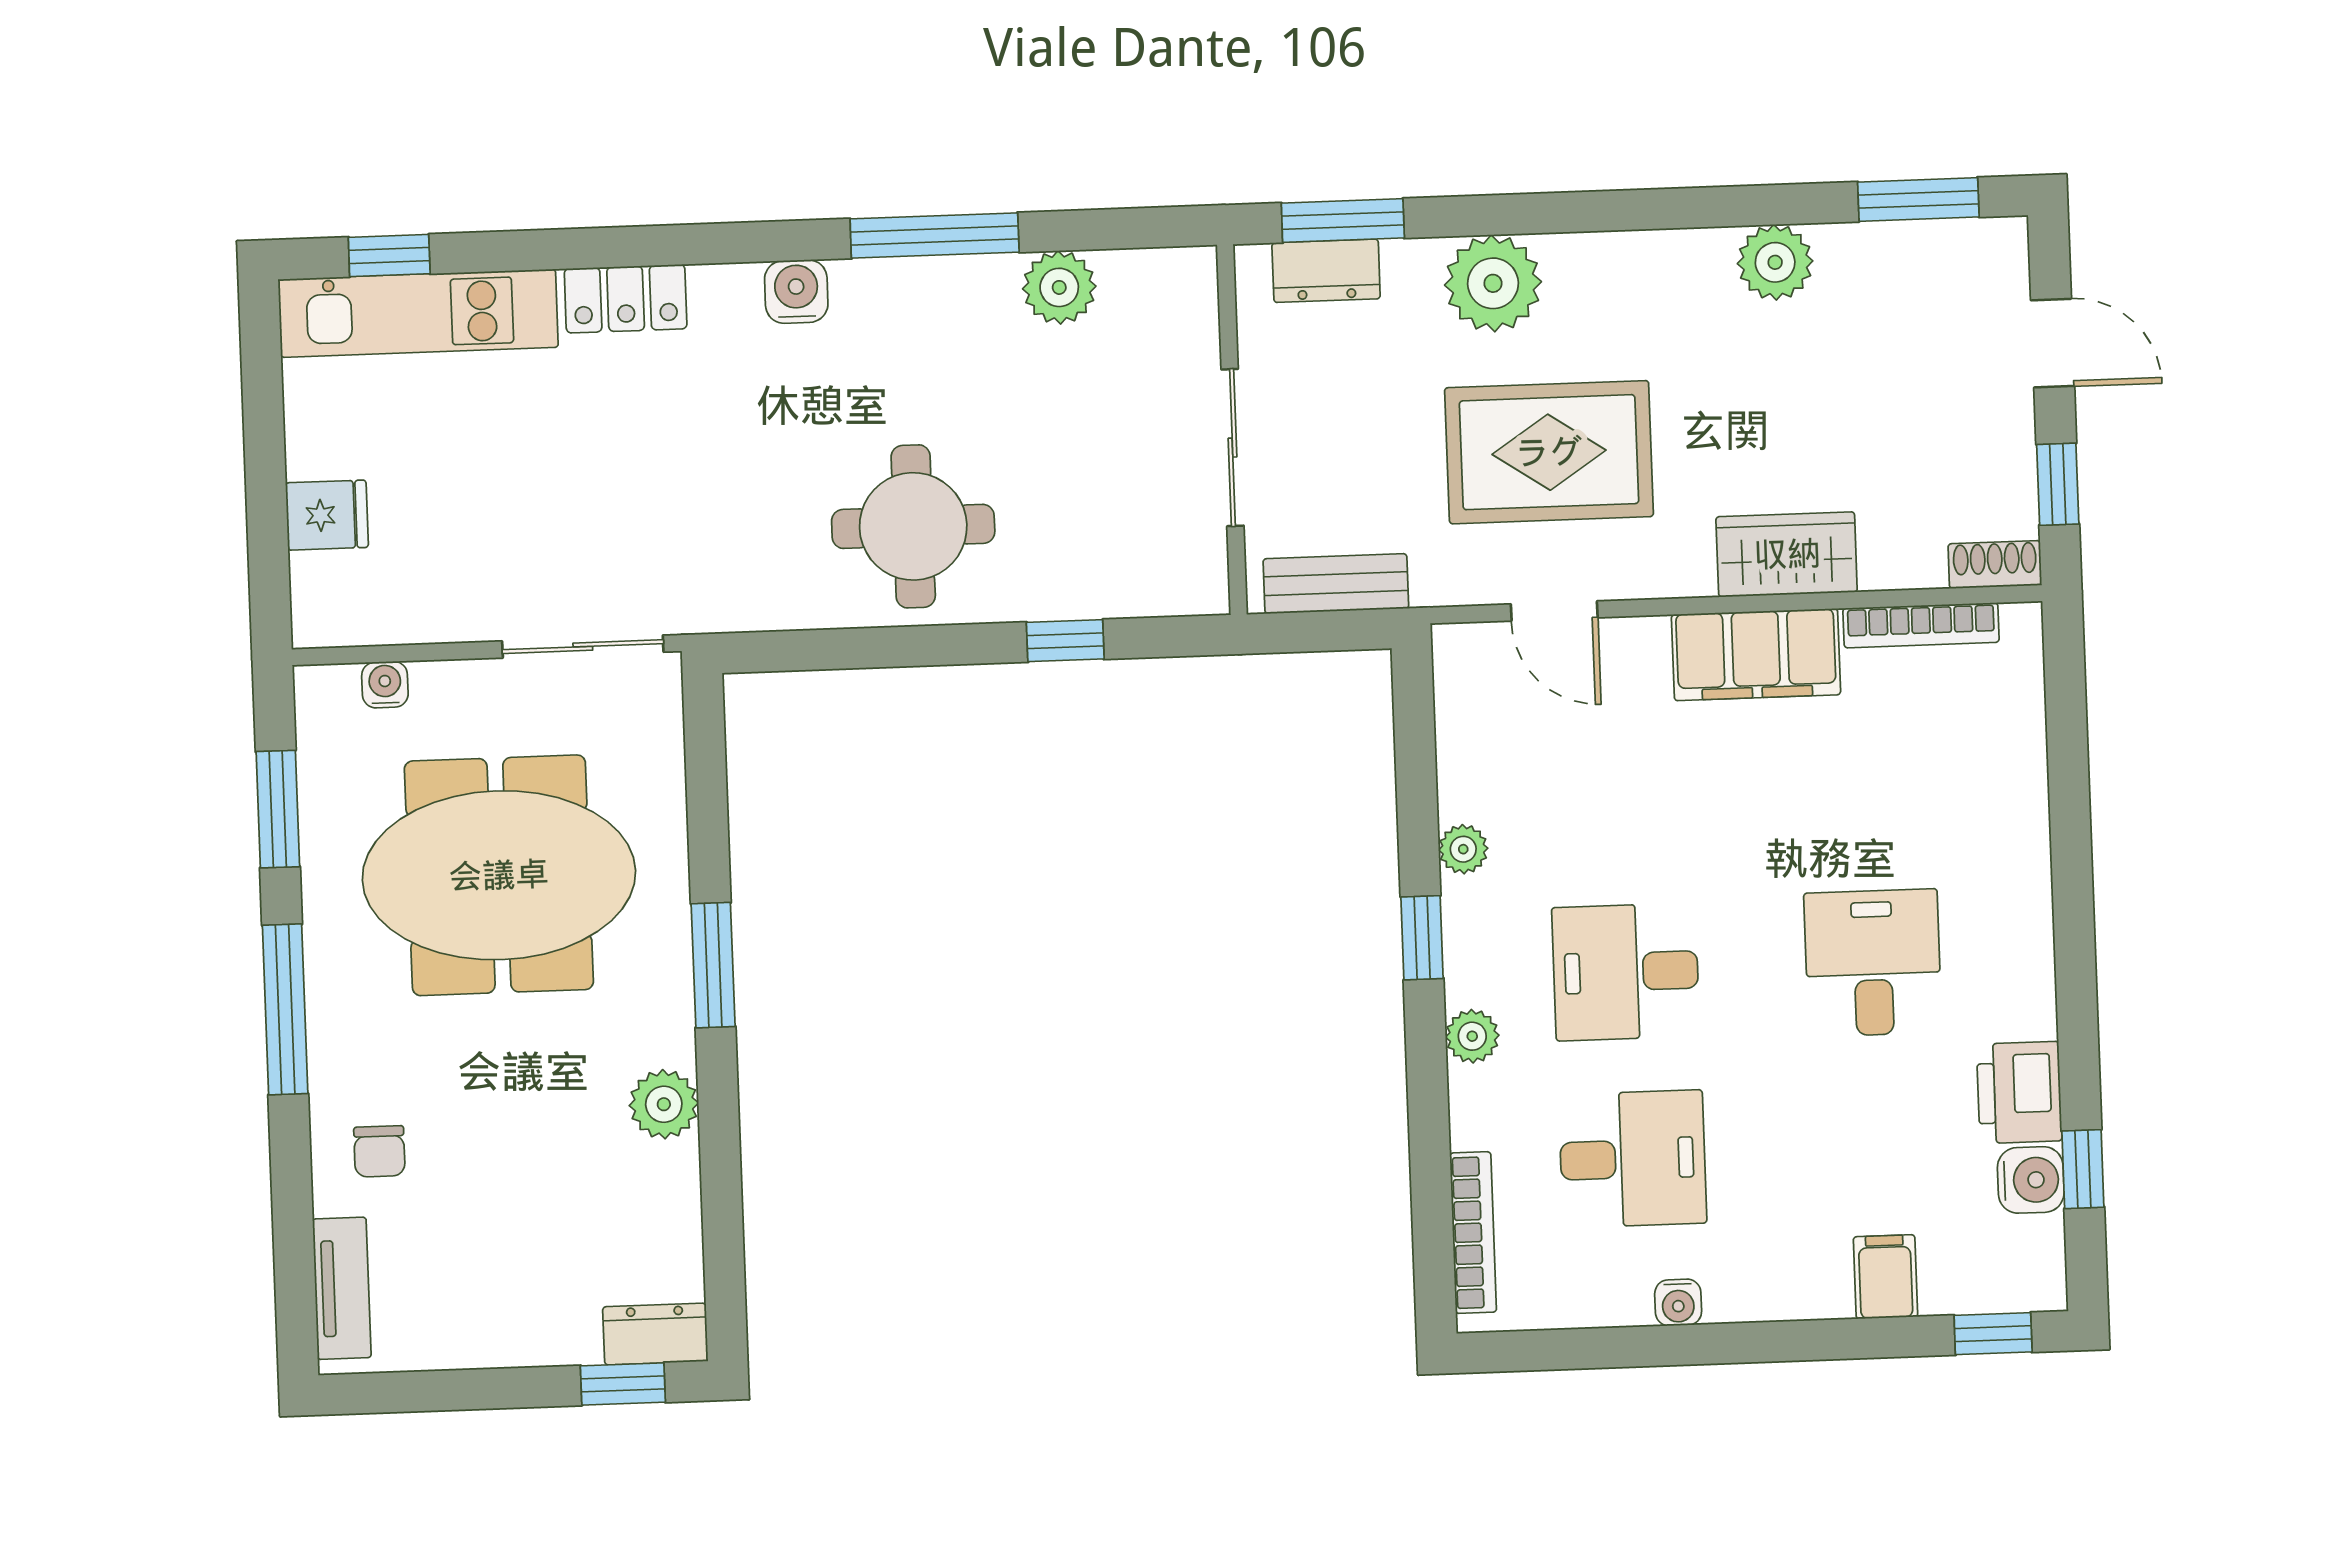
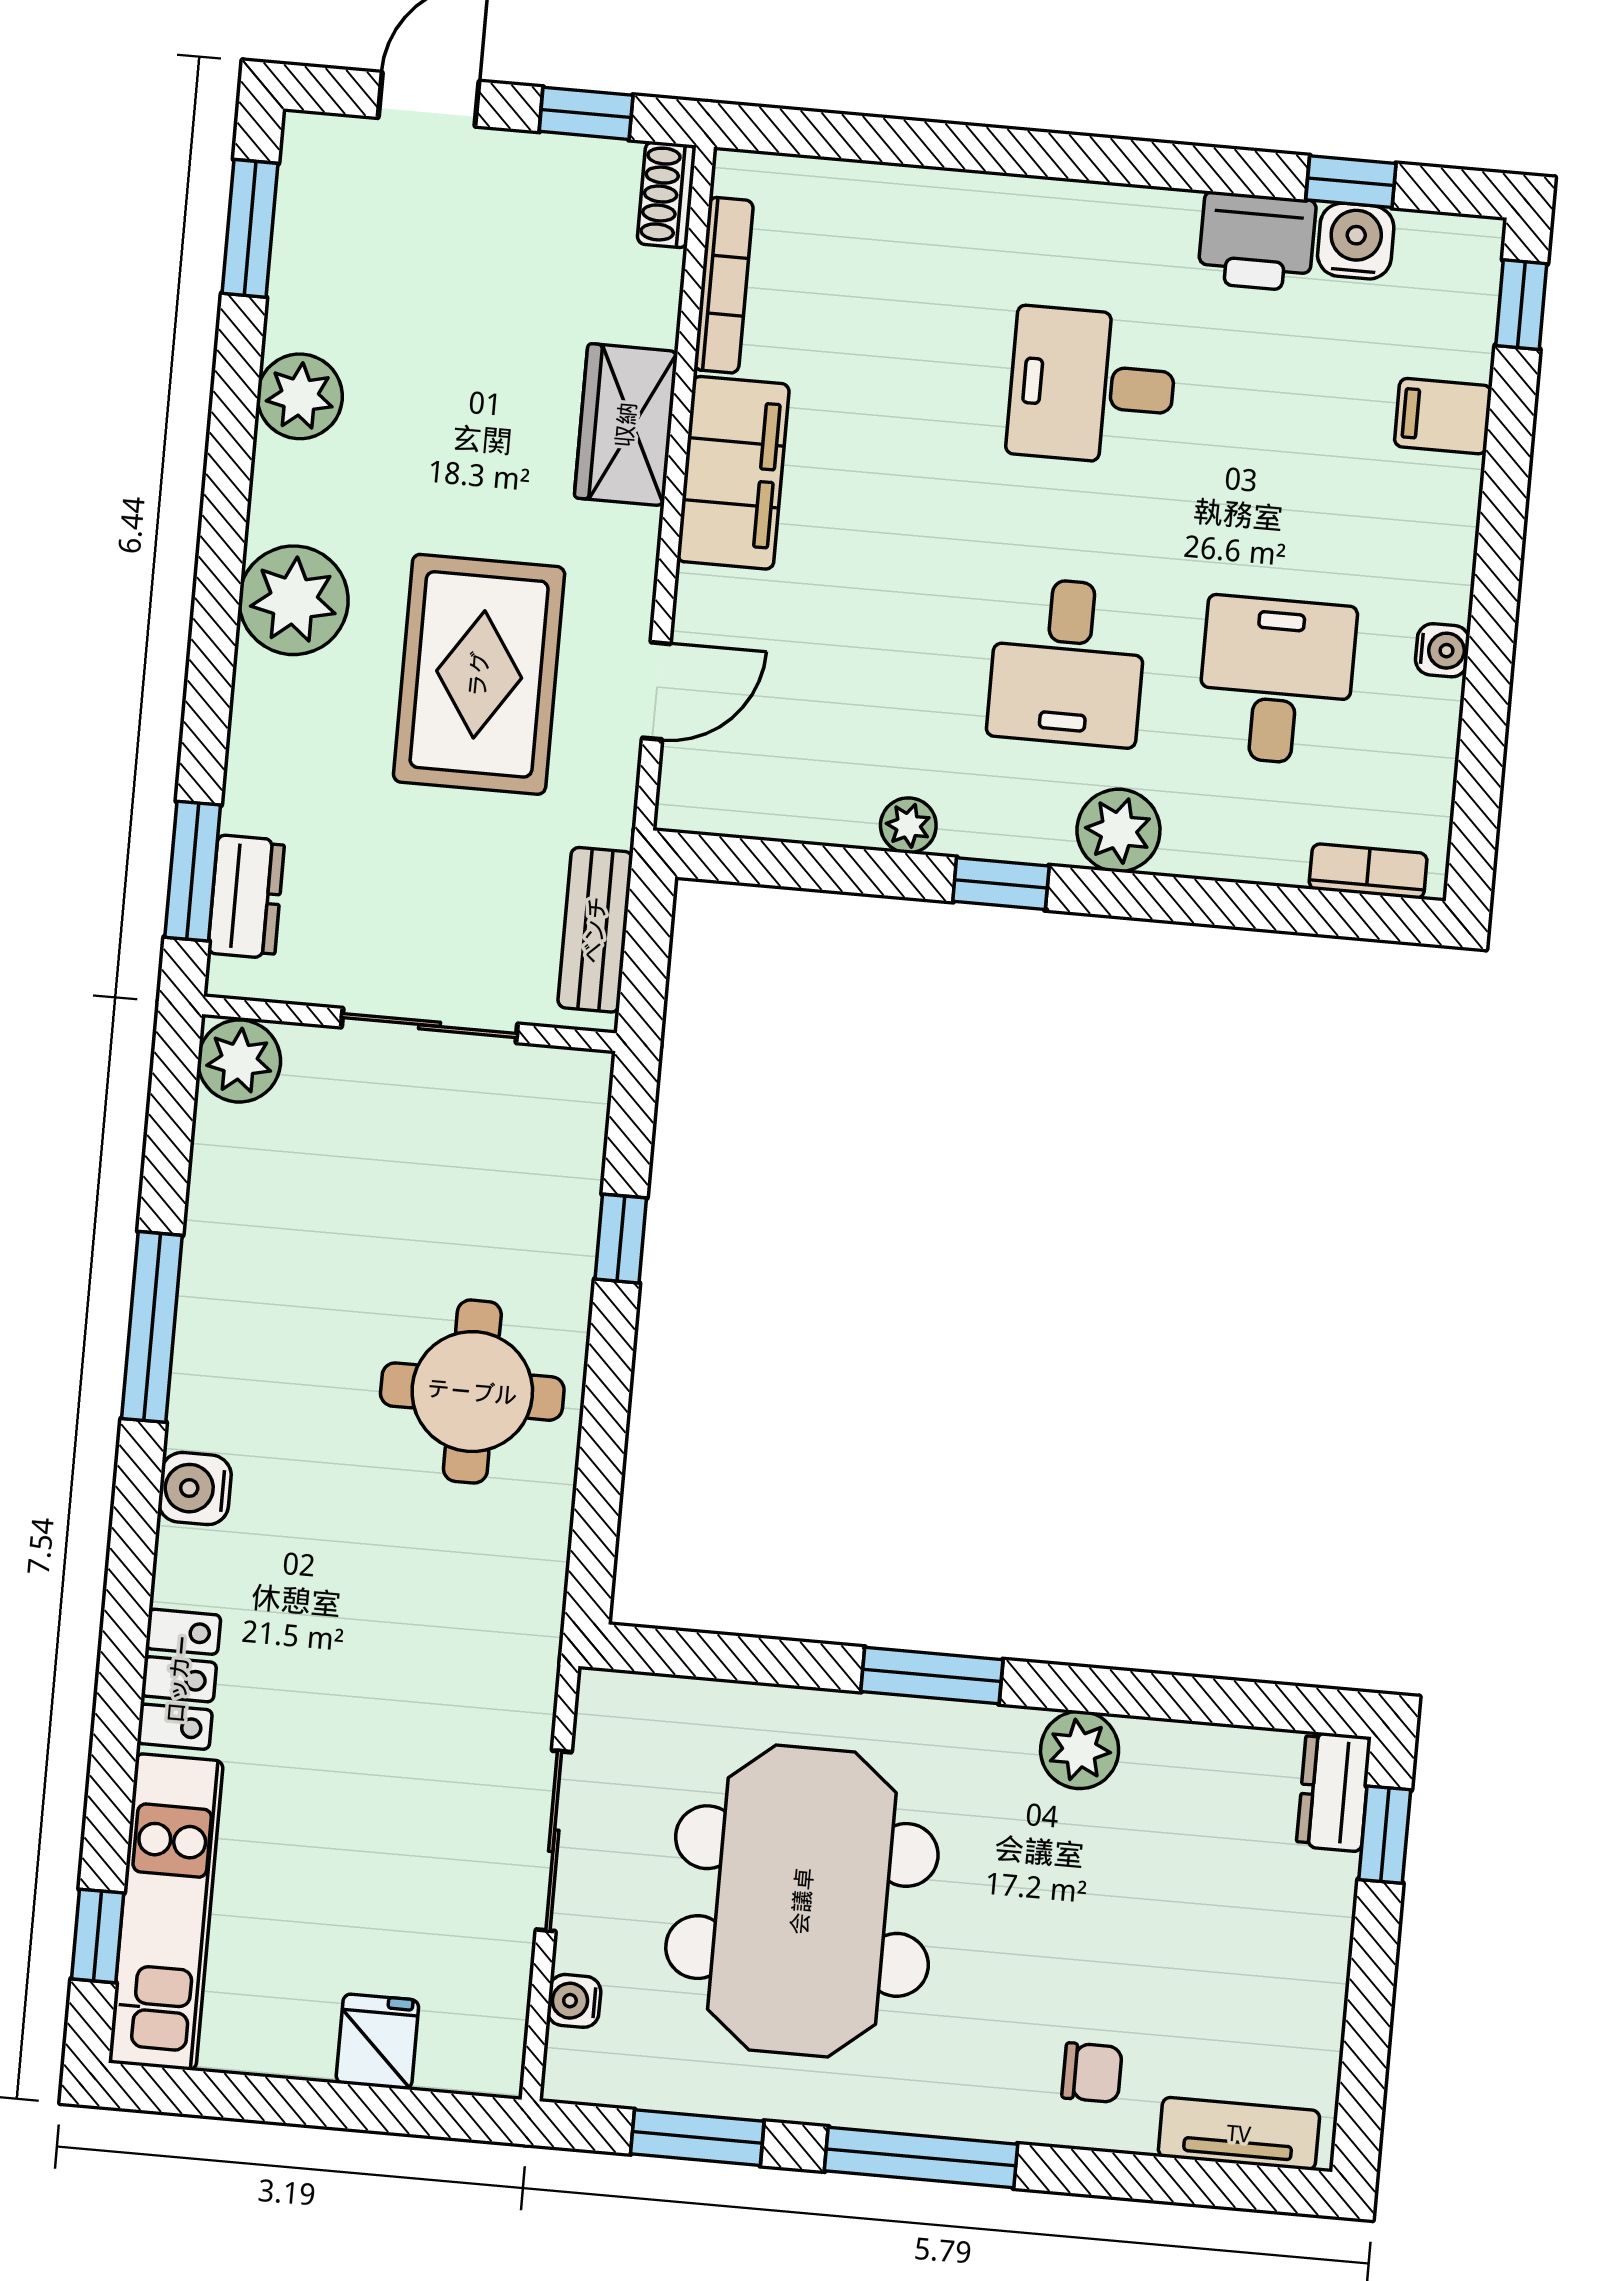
plant: (1493, 283) -> (294, 600), moved
plant: (1059, 287) -> (239, 1061), moved
sliding door: (583, 647) -> (554, 1841), moved
plant: (1472, 1036) -> (1118, 830), width x1.38, depth x1.38
bookcase: (1473, 1233) -> (1368, 871), width x0.64

